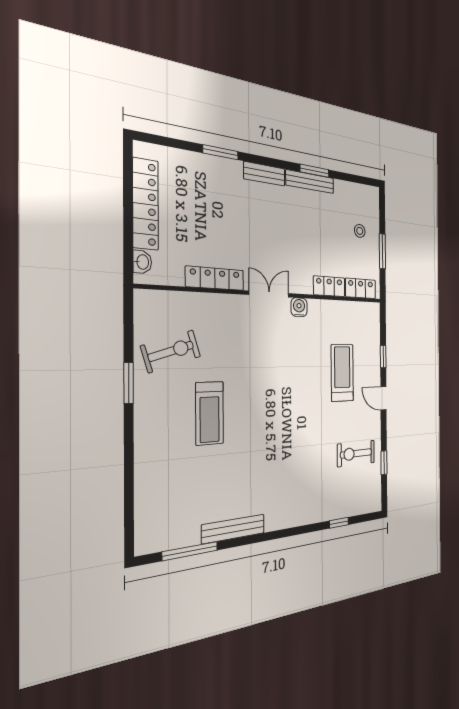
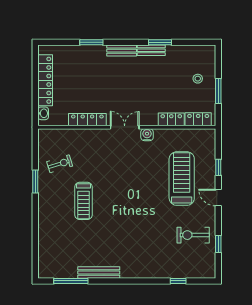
bench: (310, 182) -> (151, 50), width x0.73
exercise bike: (171, 351) -> (60, 164), width x0.73, depth x0.72
treadmill: (342, 373) -> (182, 179), width x1.37, depth x1.38

